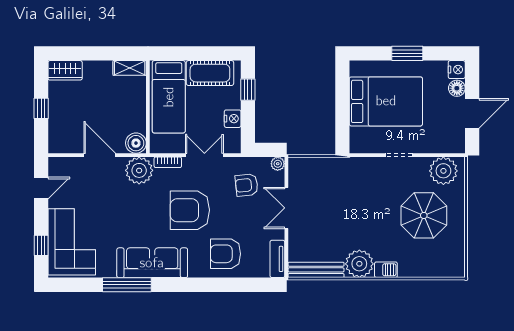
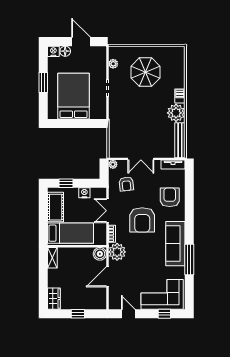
plant: (443, 171) -> (113, 64), width x0.53, depth x0.53
armchair: (225, 254) -> (170, 197), turned 180

